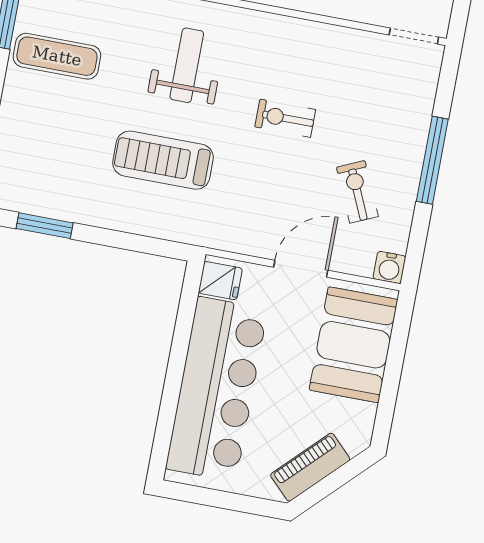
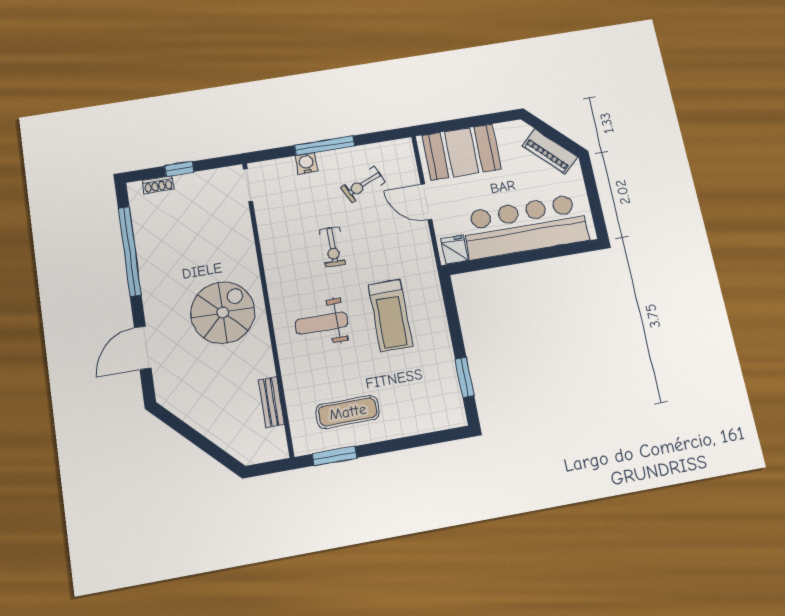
exercise mat: (57, 56) -> (348, 412), turned 90
water cooler: (389, 267) -> (306, 163), moved, turned -90

